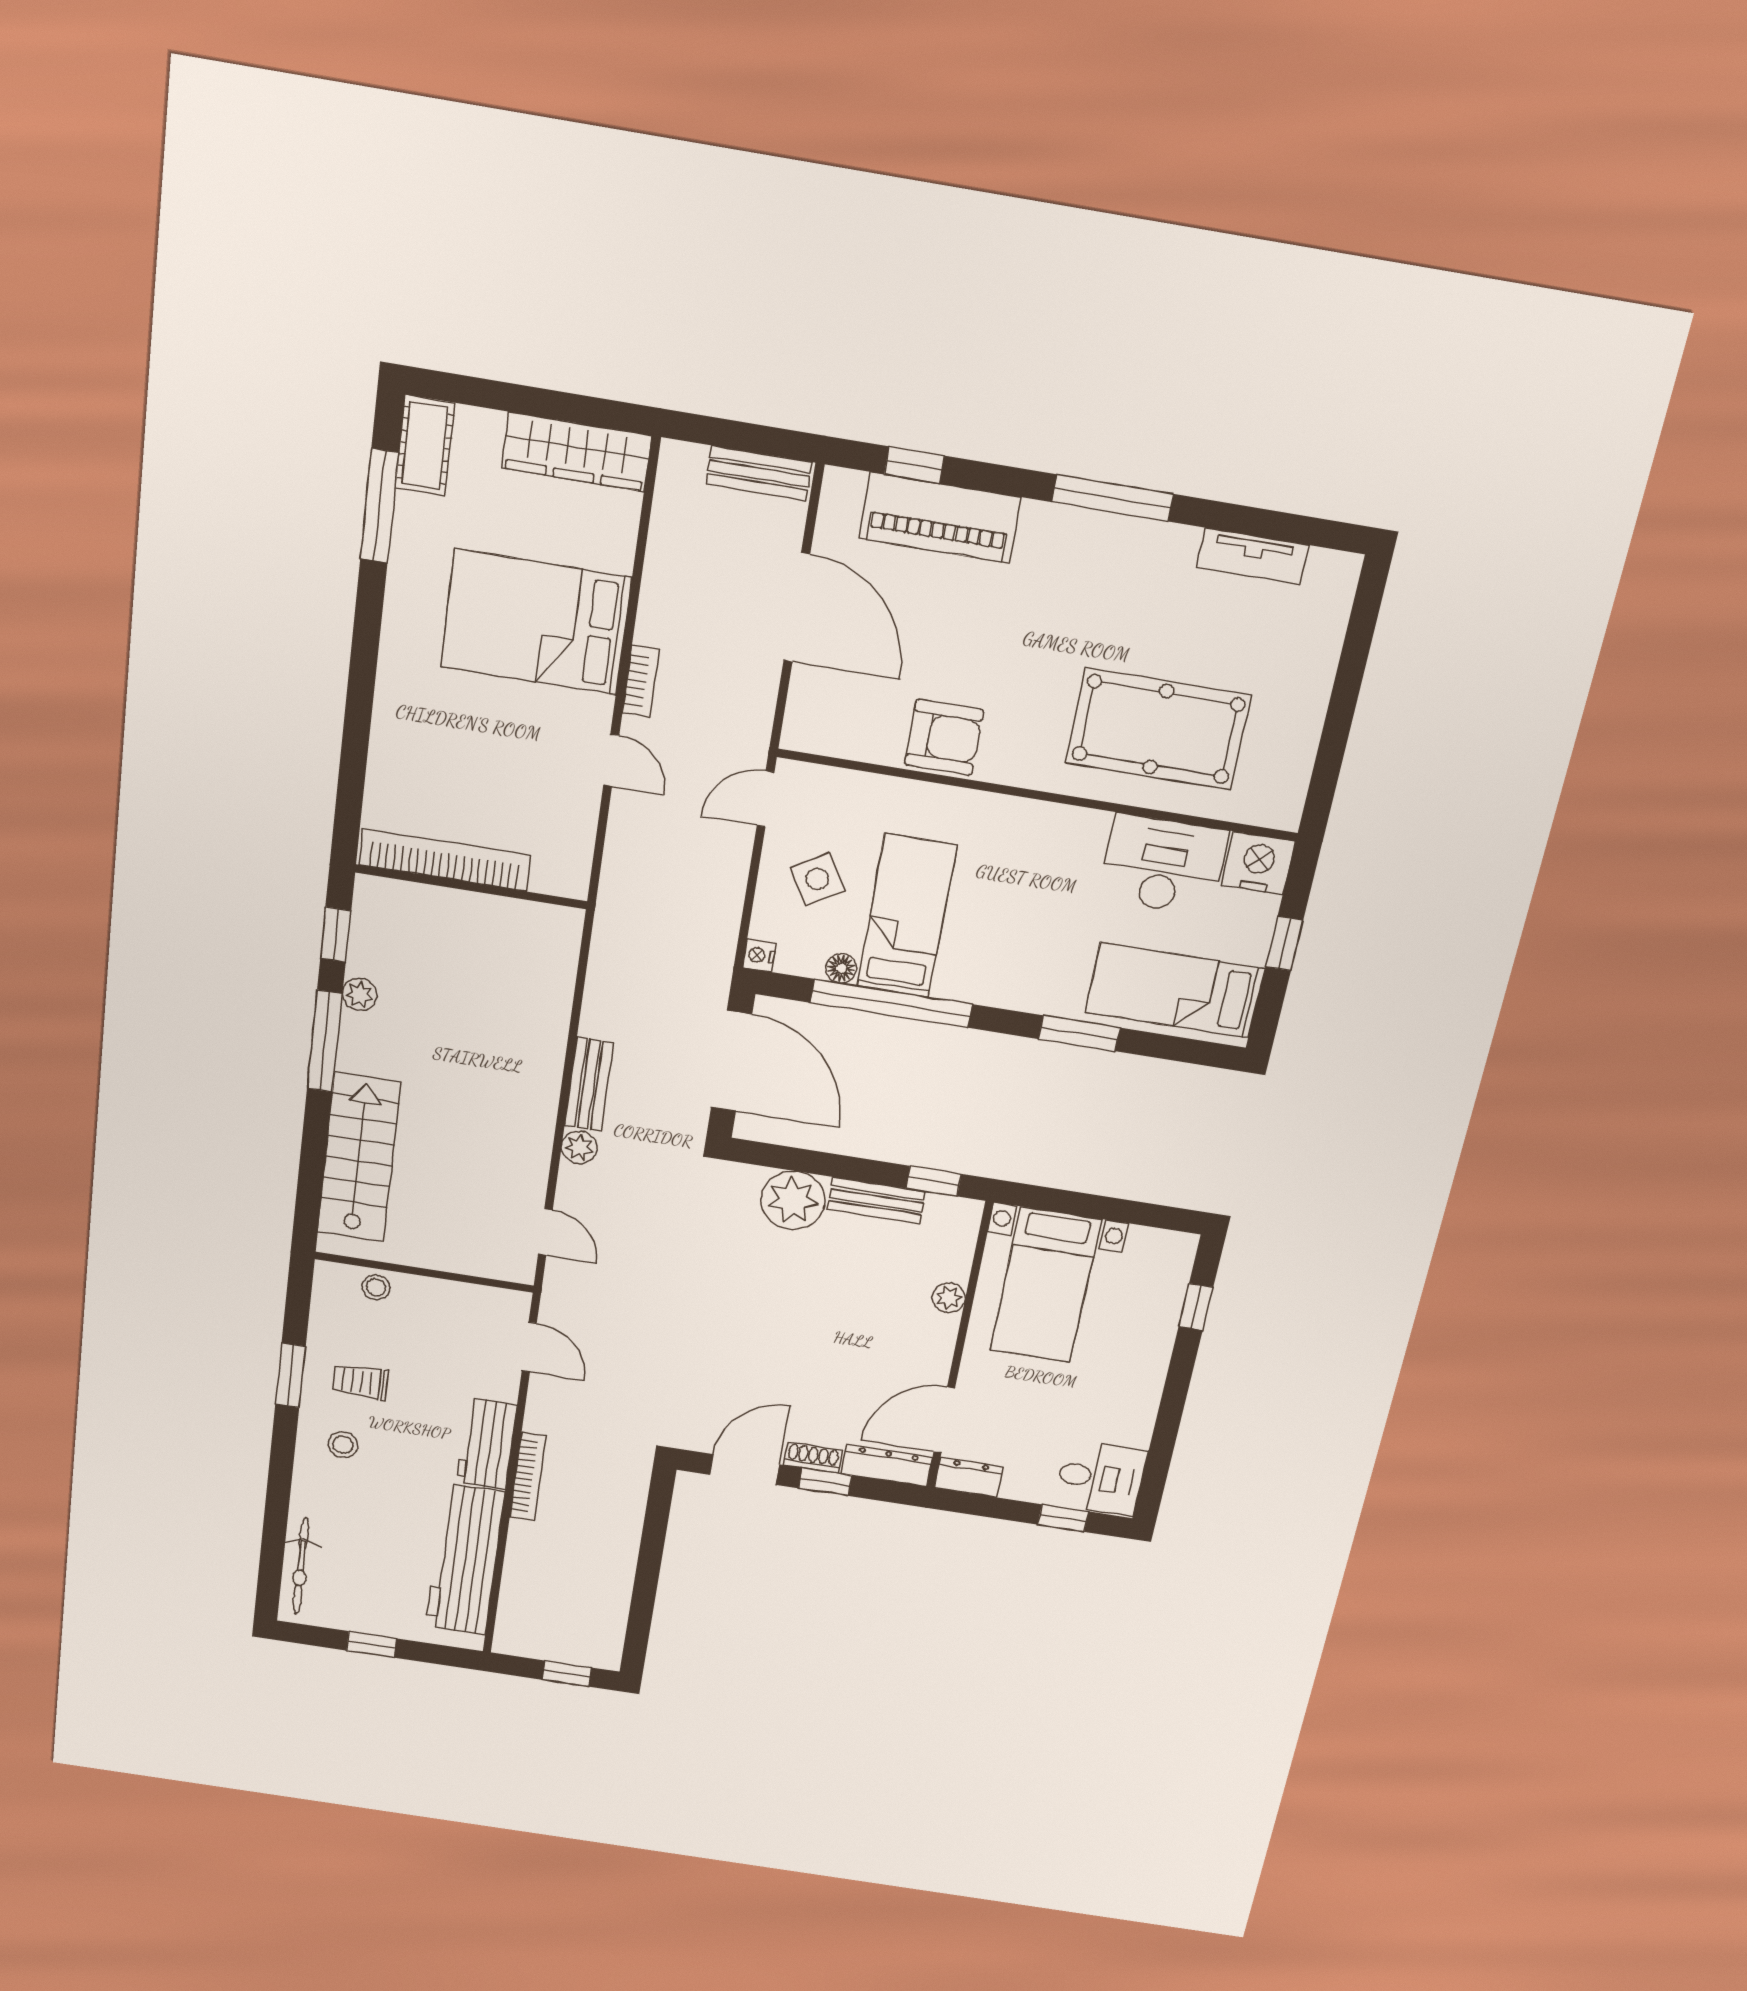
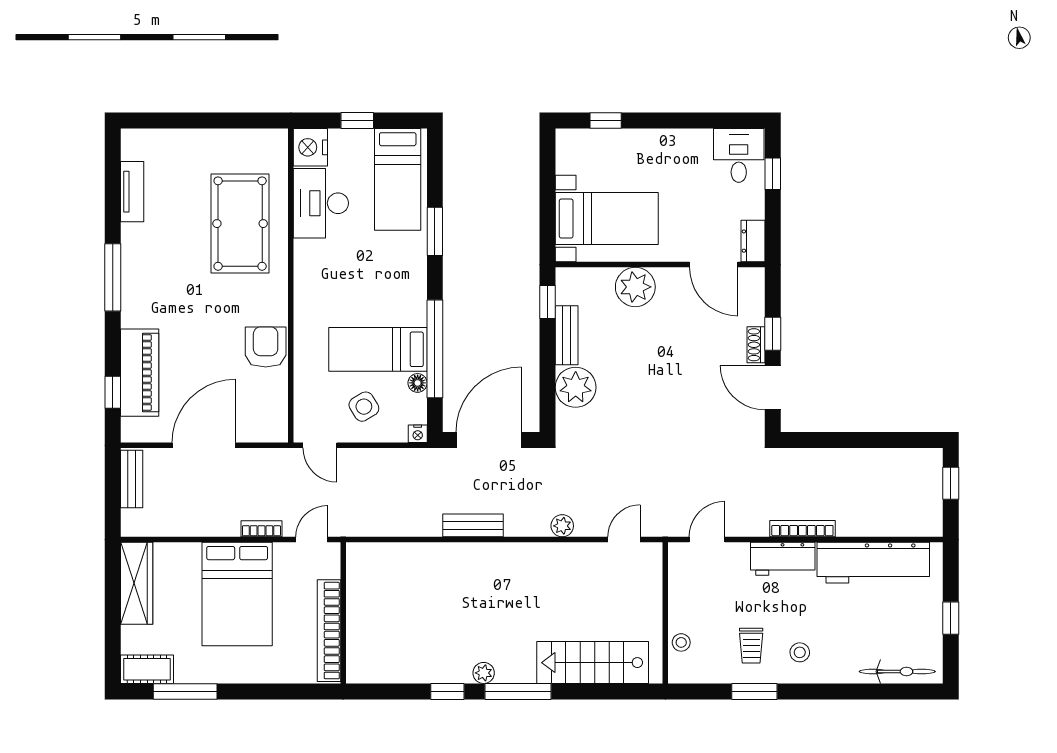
bookcase: (445, 860) -> (329, 631), moved
wall: (471, 887) -> (343, 613), moved
bench: (589, 1084) -> (473, 525), moved
plant: (949, 1298) -> (635, 287), width x1.87, depth x1.87
dresser: (887, 1466) -> (754, 296), removed

